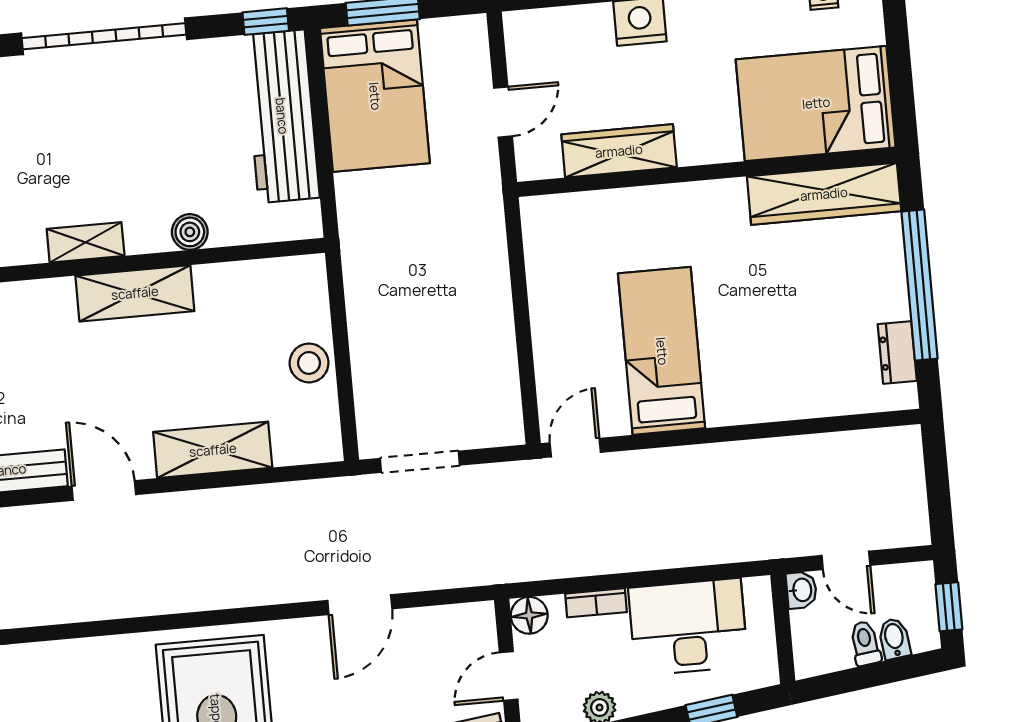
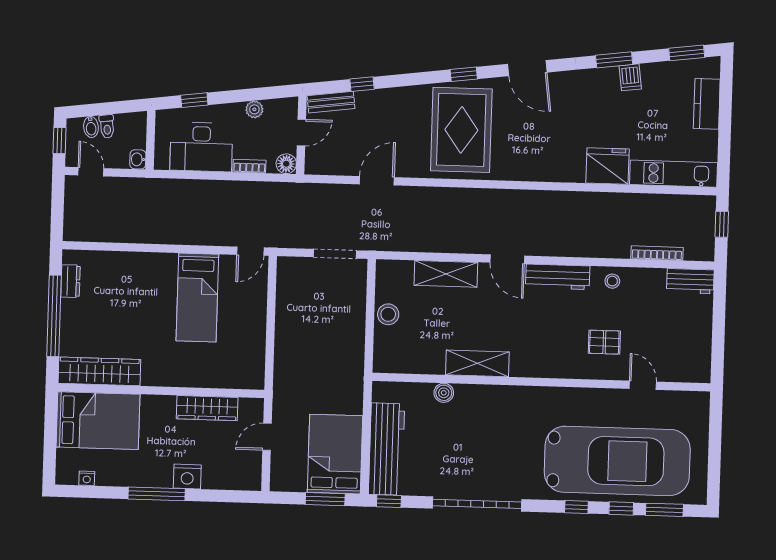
shelving: (86, 242) -> (501, 394), removed
door: (846, 560) -> (91, 172), moved

